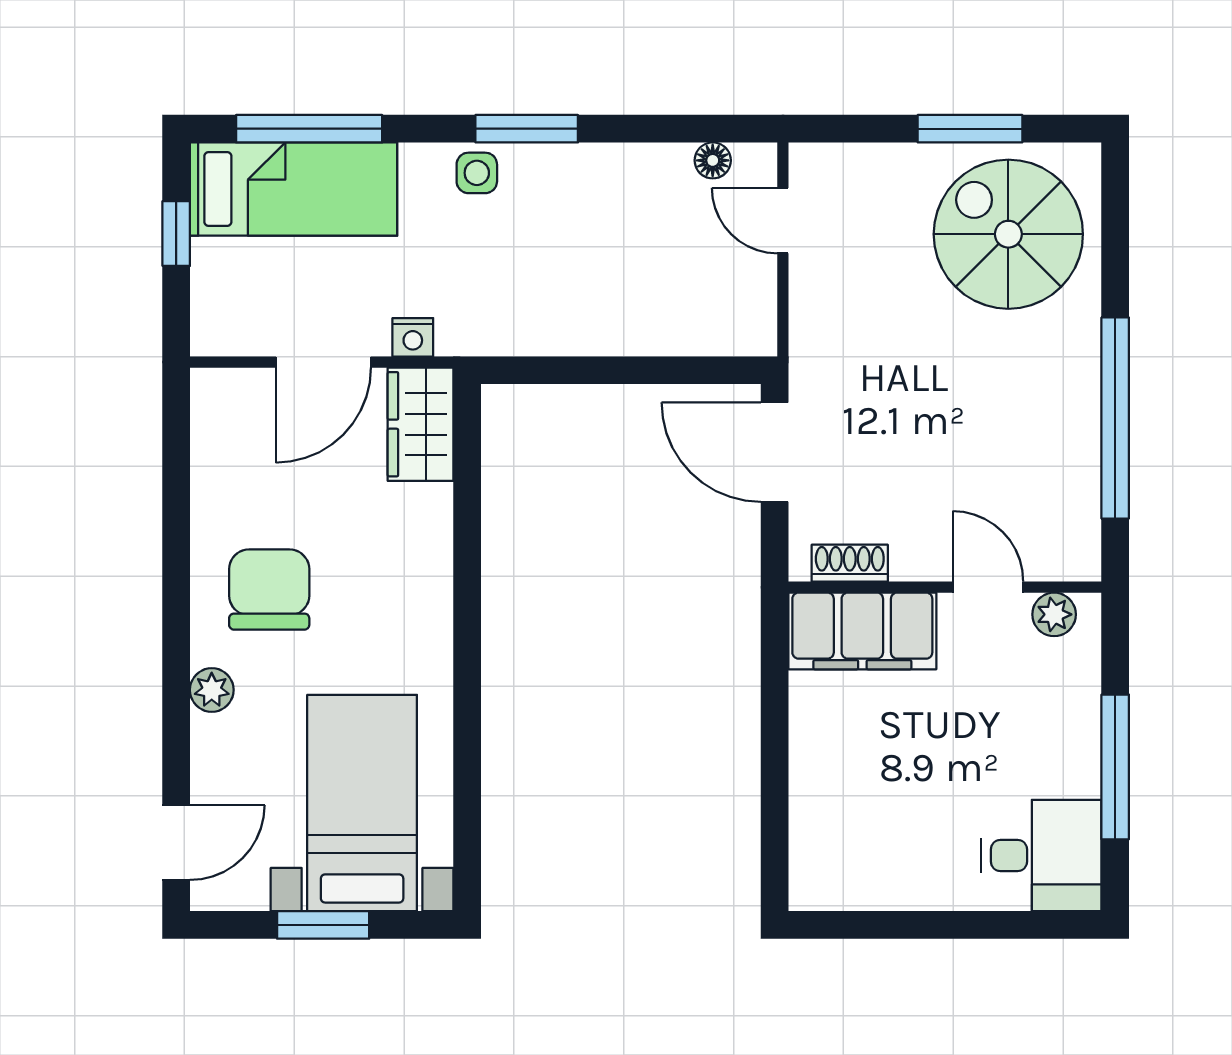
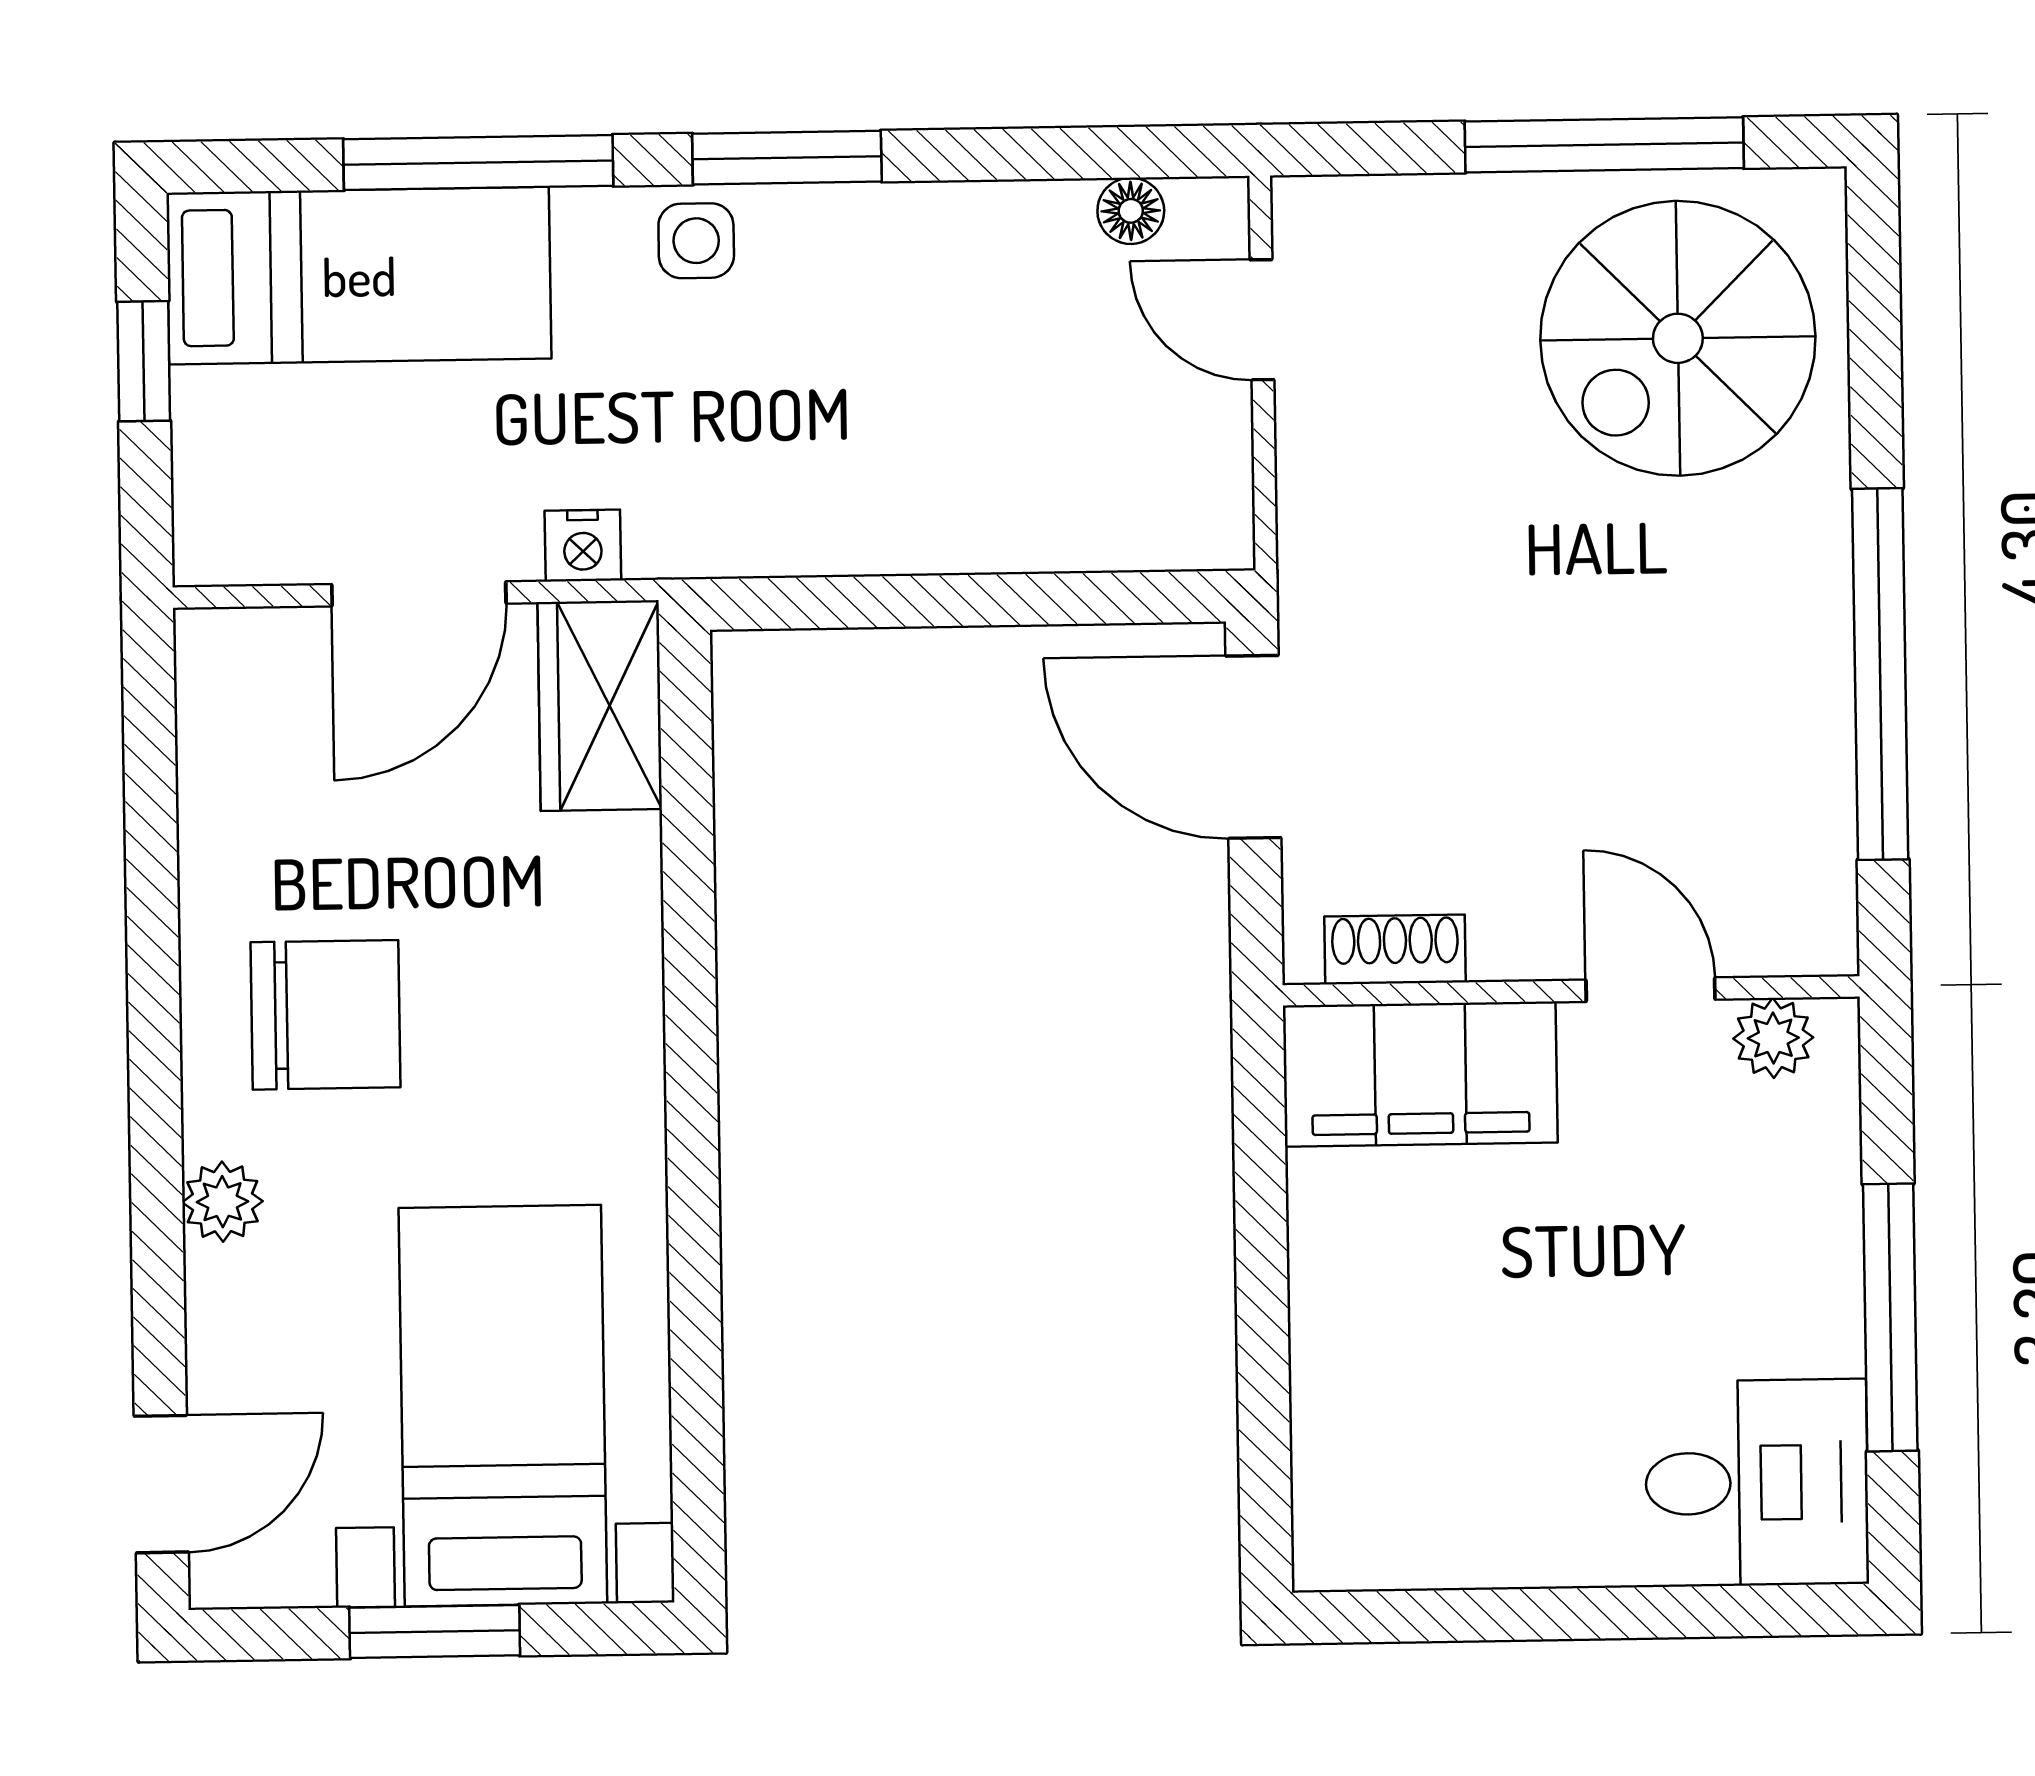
window: (309, 129) -> (478, 163), moved
window: (970, 129) -> (1604, 145), width x1.44
spiral stairs: (1008, 234) -> (1678, 338), turned -90
chair: (269, 590) -> (326, 1015), turned 90

